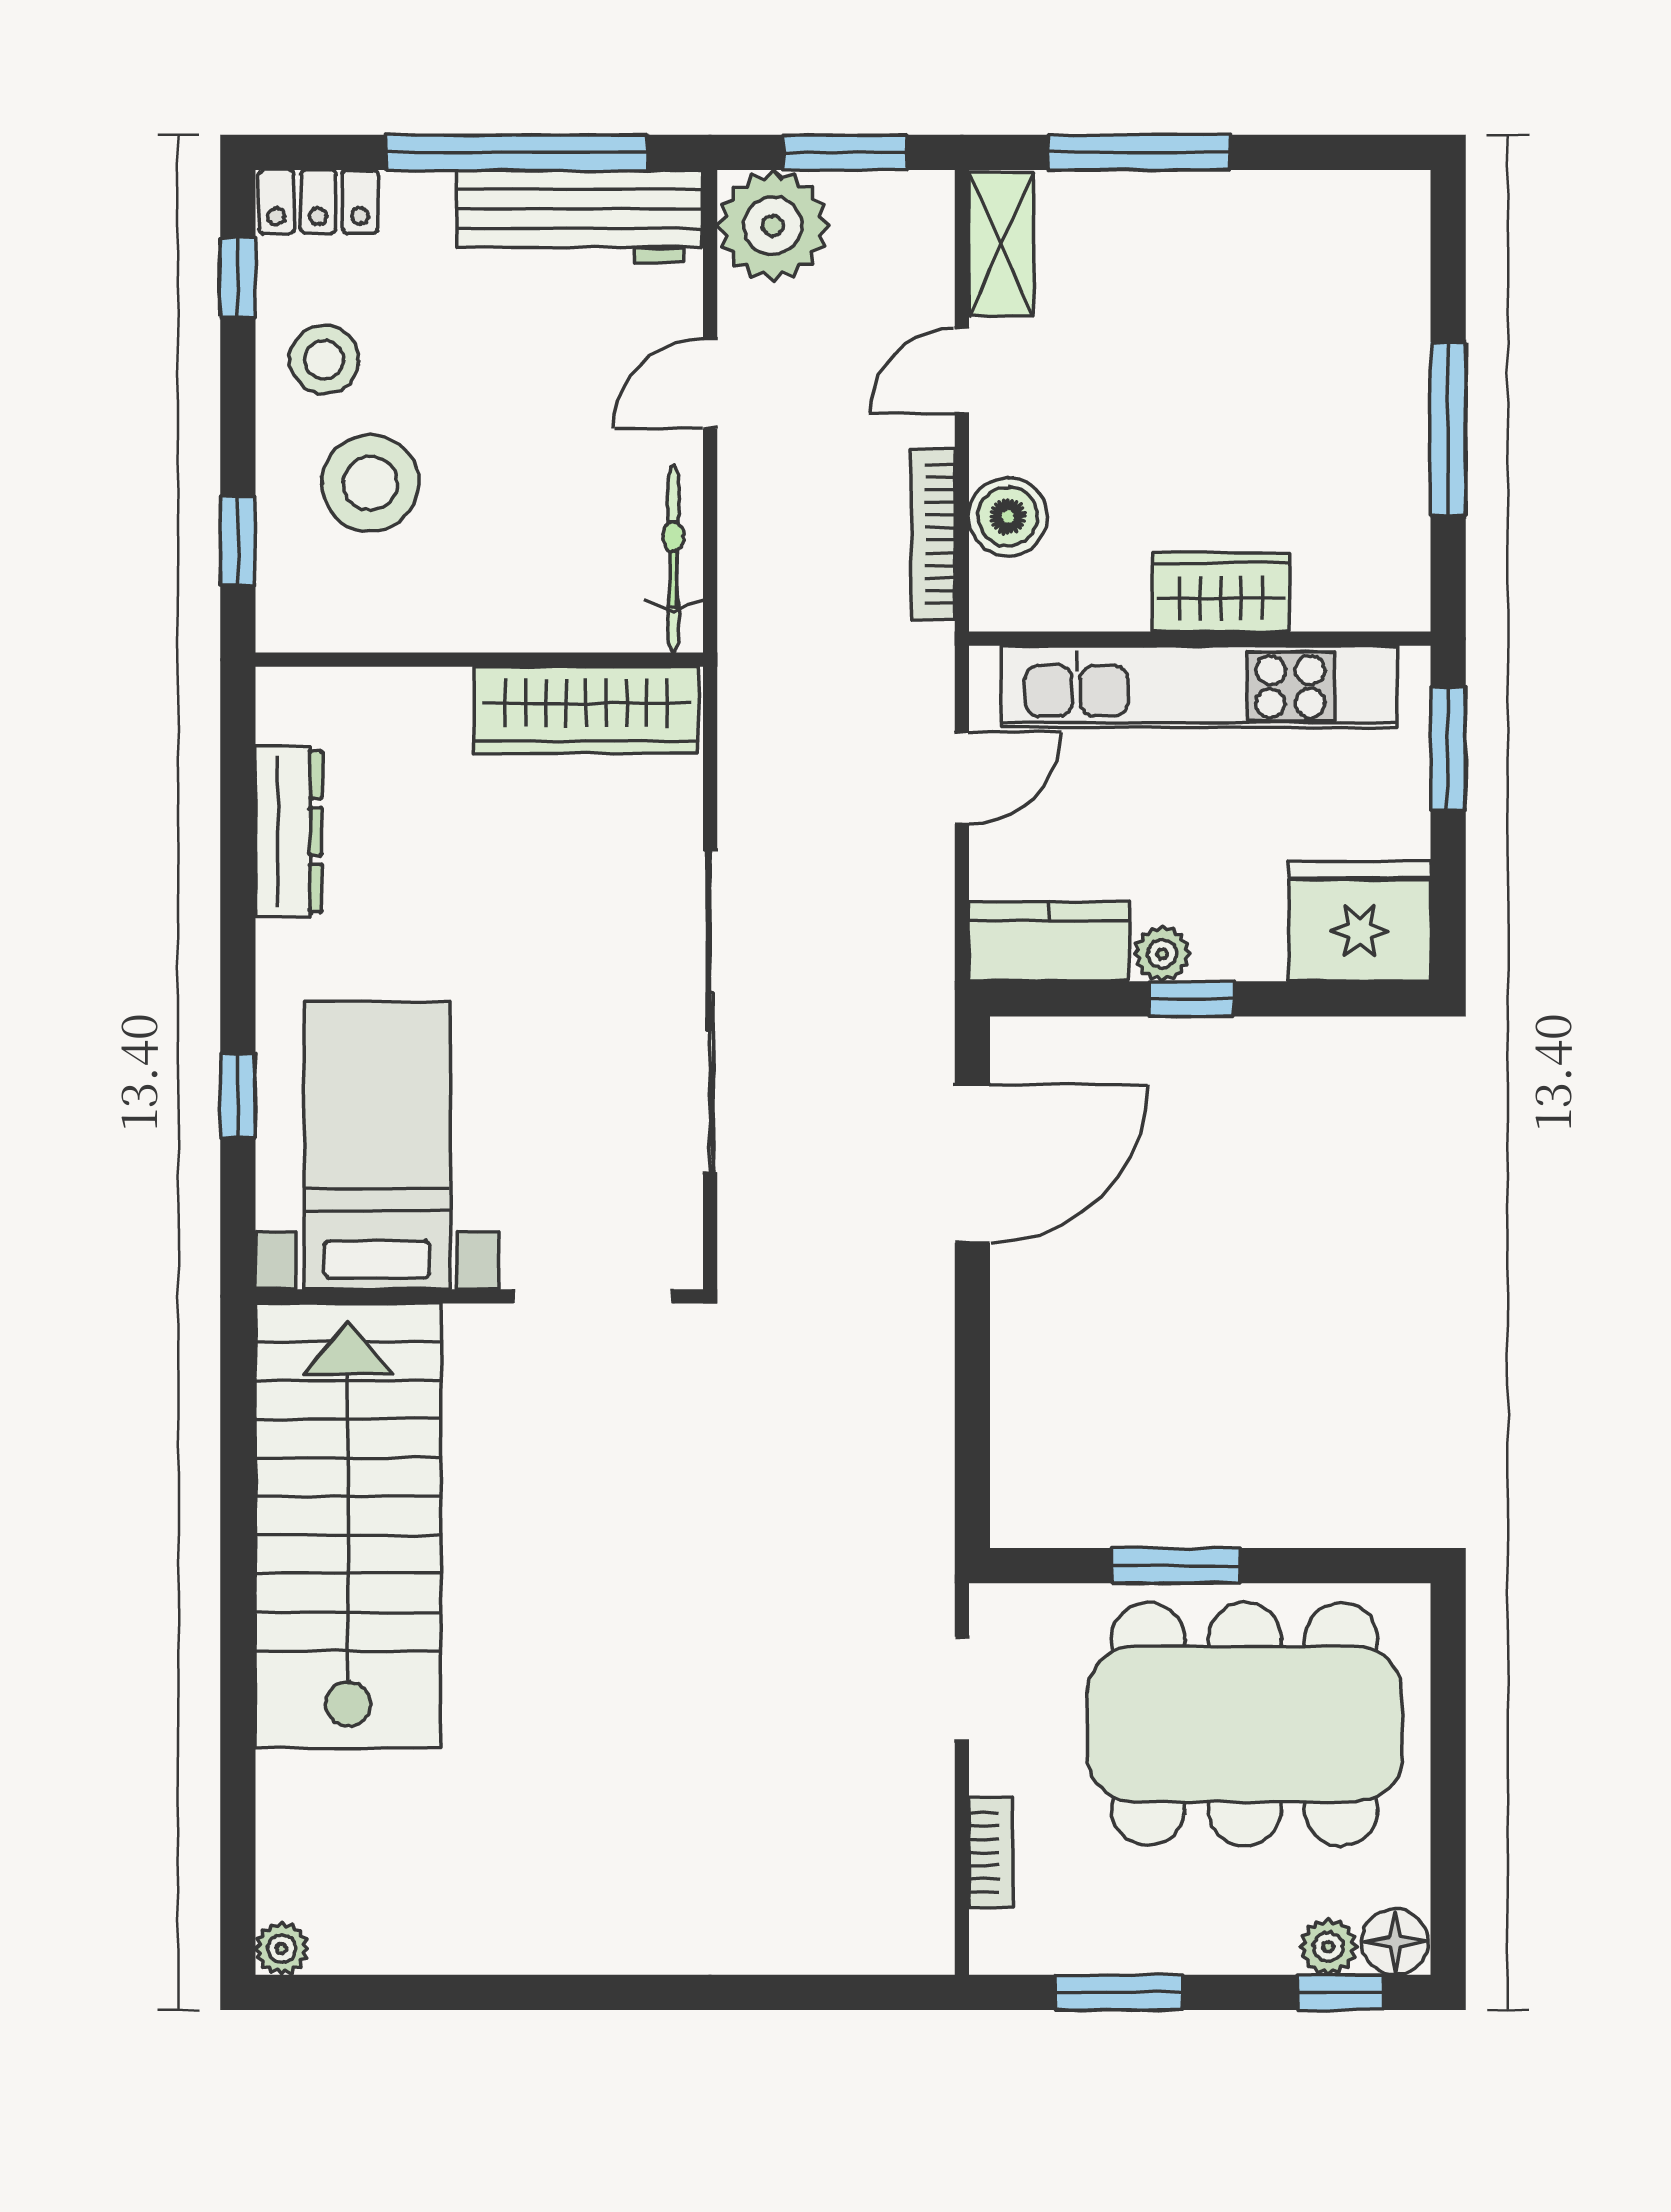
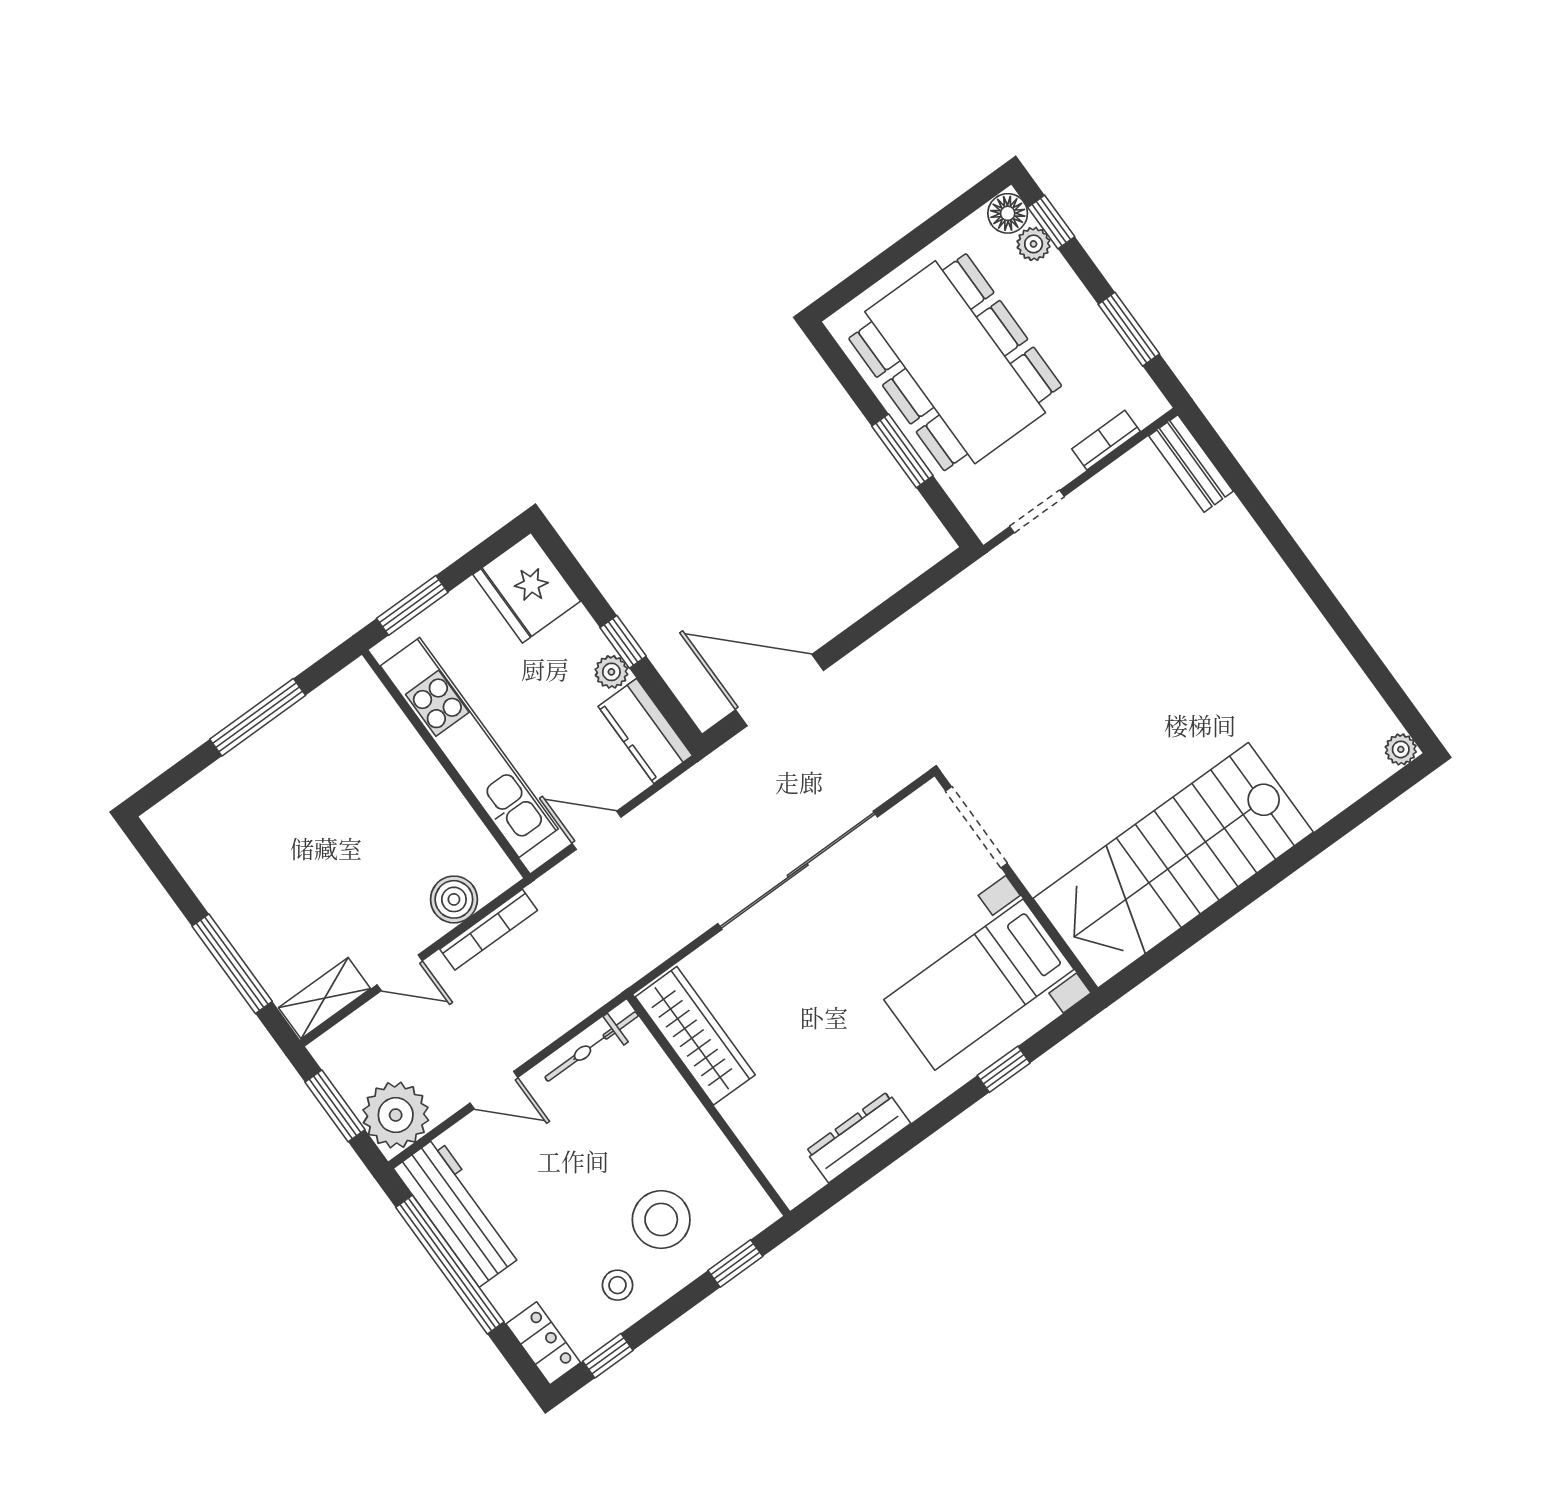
stool: (324, 360) -> (618, 1285), width x0.73, depth x0.73
wardrobe: (1221, 592) -> (416, 770), removed
bench: (876, 1945) -> (1191, 464), added

